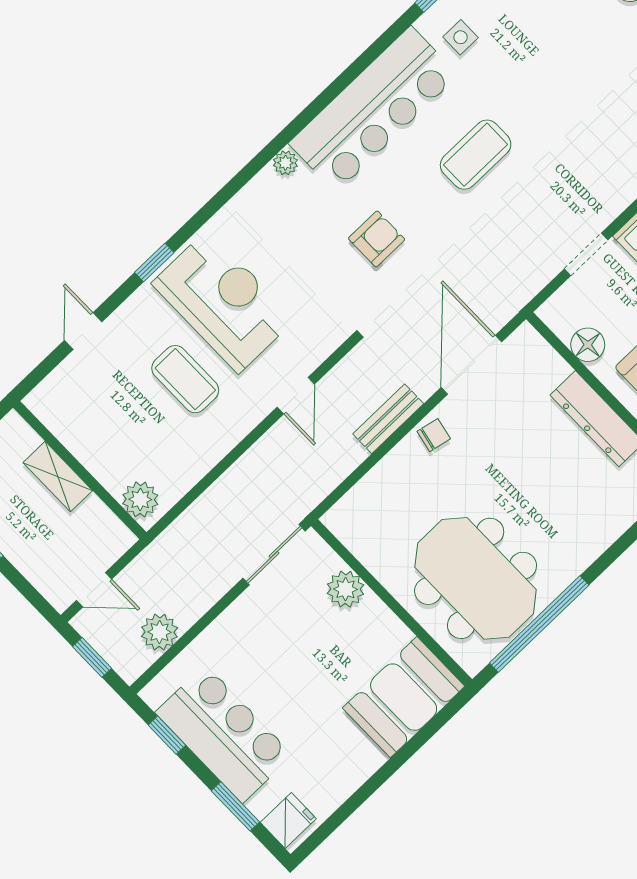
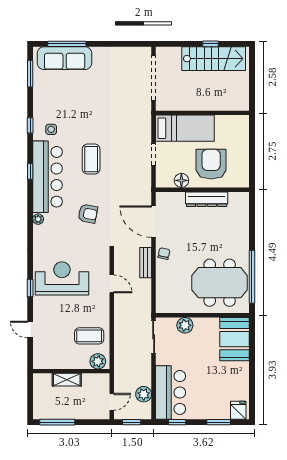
window: (354, 70) -> (30, 171), added
armchair: (377, 239) -> (88, 214), turned 101
coffee table: (185, 379) -> (89, 336), moved
bar counter: (224, 734) -> (171, 392), moved, turned 90

